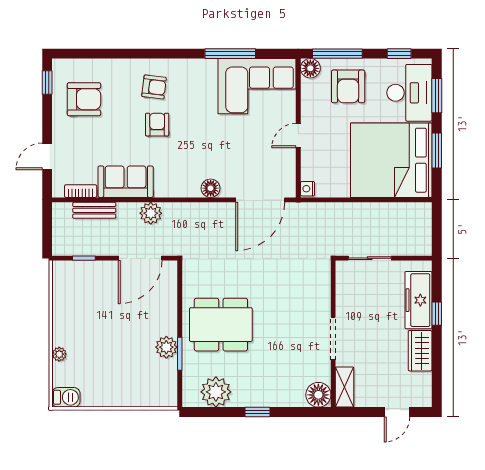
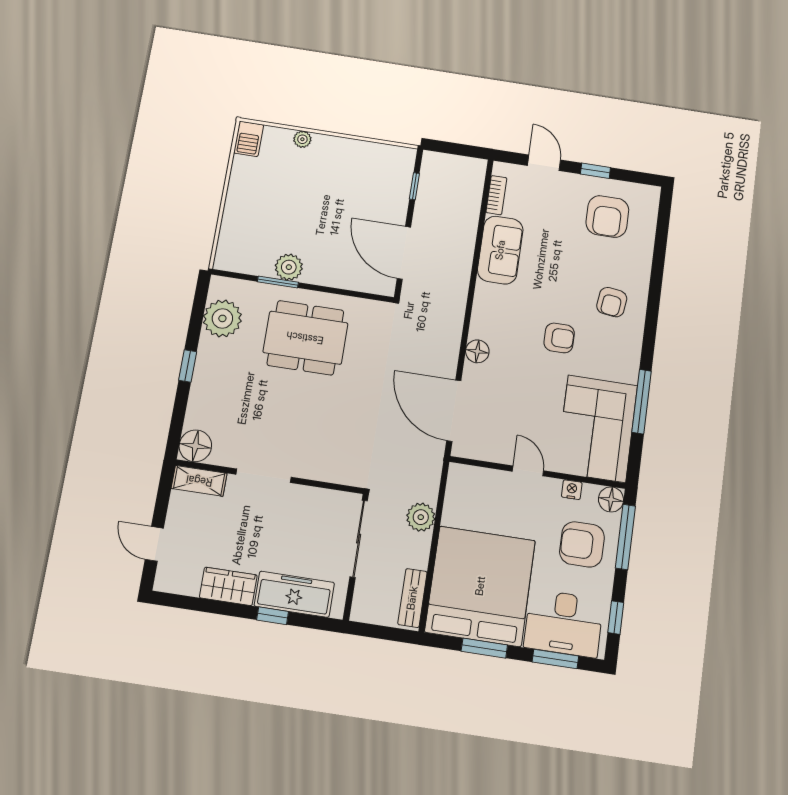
window: (47, 83) -> (595, 171), moved
armchair: (157, 125) -> (559, 338), moved
nightstand: (307, 189) -> (572, 490), moved
bench: (94, 210) -> (412, 598), moved
plant: (151, 213) -> (421, 517), moved
sliding door: (370, 258) -> (359, 539), width x1.37
dining table: (221, 325) -> (305, 338), turned 90

